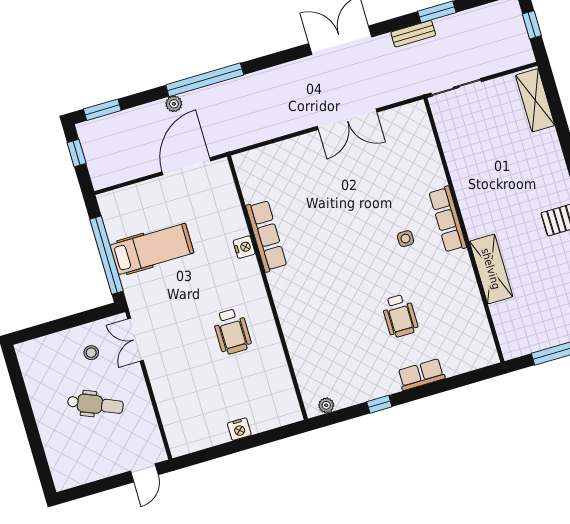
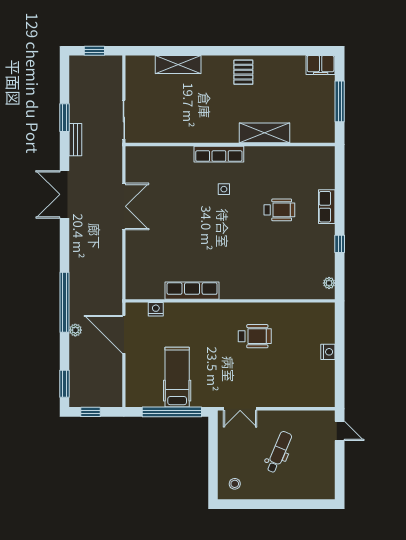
shelving: (535, 100) -> (178, 64), moved
nightstand: (244, 247) -> (156, 309), moved
stool: (91, 353) -> (235, 484), moved

